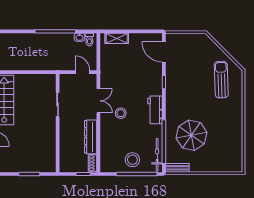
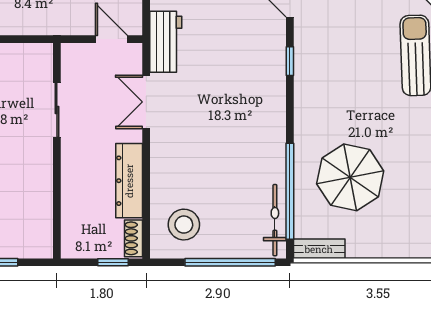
double door: (98, 101) -> (146, 102), swing flipped
workbench: (155, 110) -> (166, 42), moved, turned 180
stool: (121, 113) -> (195, 129), removed
stool: (132, 160) -> (184, 225), moved

